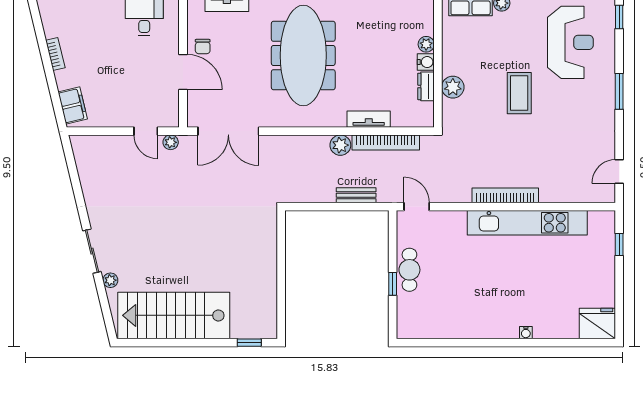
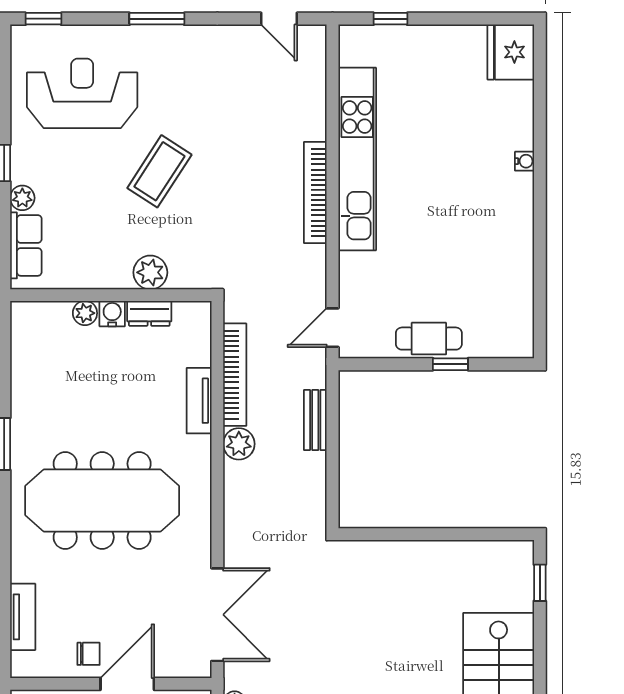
coffee table: (519, 93) -> (159, 171), turned -57

